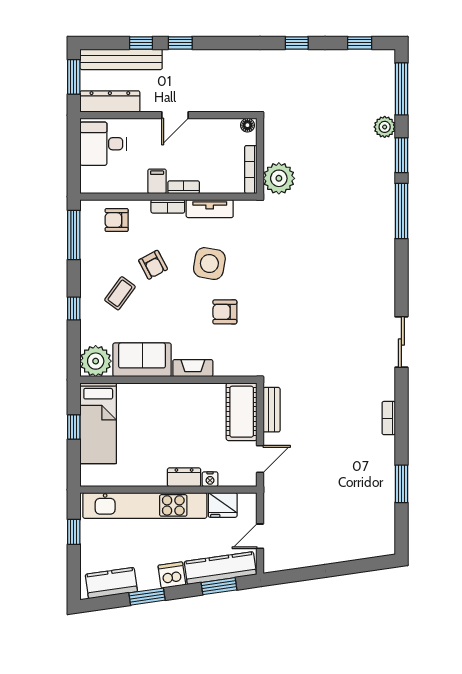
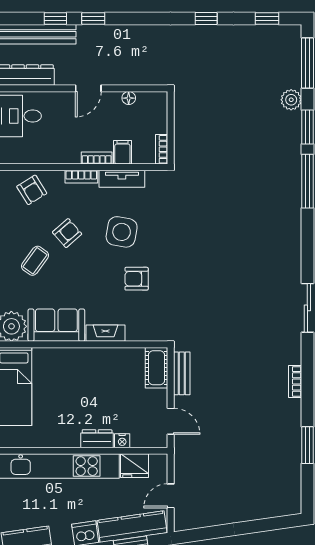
floor lamp: (247, 125) -> (129, 98), moved
bookcase: (251, 170) -> (162, 149), width x0.64
plant: (279, 178) -> (189, 149), removed
filing cabinet: (157, 181) -> (122, 152), moved
armchair: (117, 220) -> (32, 190), turned -122
armchair: (153, 265) -> (67, 233), turned -103
cot: (242, 412) -> (157, 368), width x0.73, depth x0.75
door: (260, 459) -> (171, 421), hinge flipped

